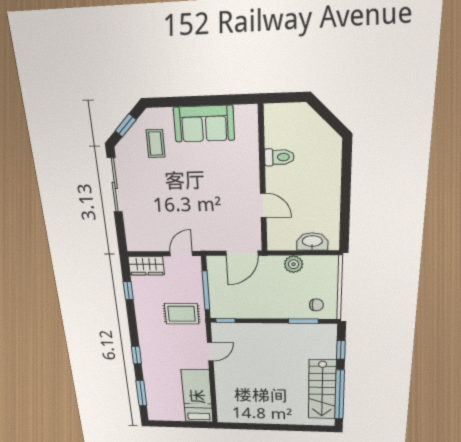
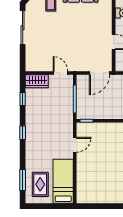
door: (181, 254) -> (61, 73), hinge flipped
rug: (182, 314) -> (40, 184), moved, turned 90
window: (136, 355) -> (23, 133), moved

